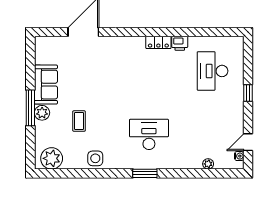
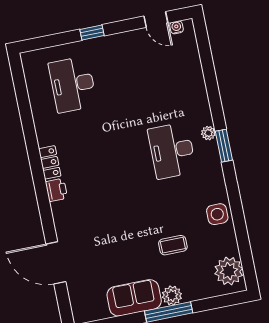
printer: (180, 43) -> (56, 190), moved
desk: (213, 71) -> (73, 84), turned 90
plant: (208, 164) -> (208, 133), moved

